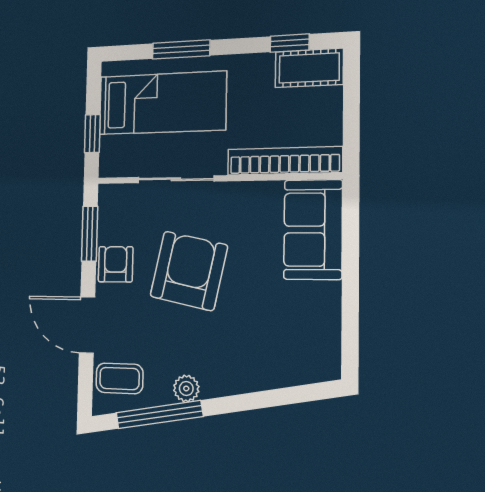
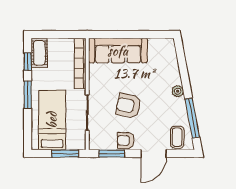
window: (181, 49) -> (28, 95), moved
window: (92, 134) -> (65, 154), width x1.50
sofa: (313, 229) -> (118, 51), width x1.36
armchair: (189, 271) -> (128, 106), width x0.73, depth x0.73
plant: (186, 388) -> (178, 91), moved

